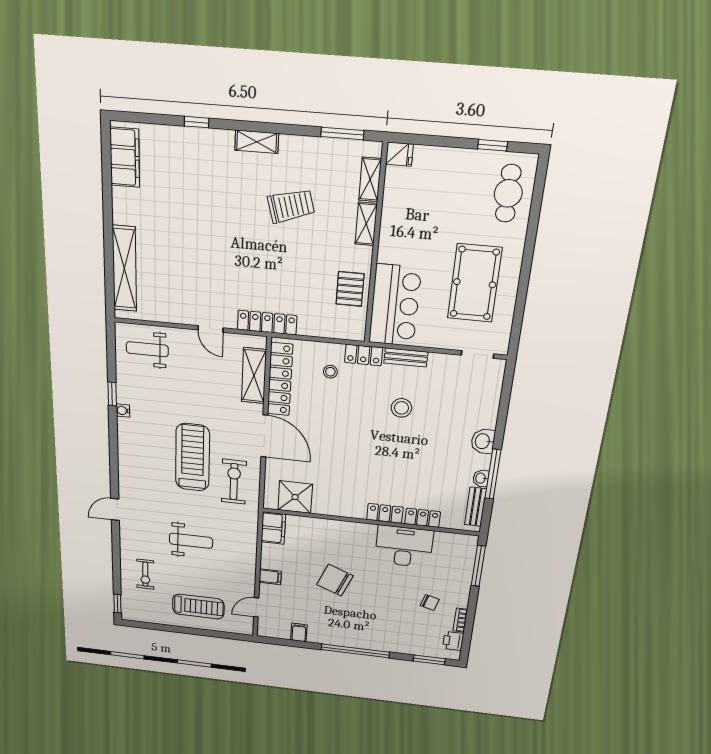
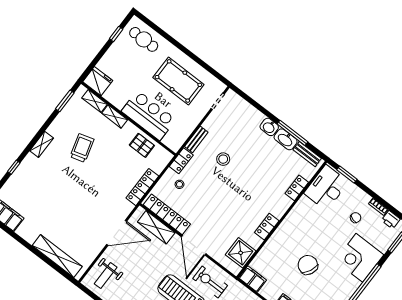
fridge: (399, 154) -> (98, 81), width x1.88, depth x1.34
bar counter: (395, 305) -> (149, 115), moved
locker: (267, 323) -> (142, 187), moved
door: (210, 329) -> (117, 233), width x1.87
door: (264, 436) -> (194, 245), swing flipped
washbasin: (481, 478) -> (286, 139), width x1.91, depth x1.45
locker: (385, 513) -> (267, 227), moved
desk: (404, 546) -> (326, 188), moved
window: (478, 566) -> (347, 175), width x0.69
chair: (335, 580) -> (308, 265), turned 94
corner desk: (383, 630) -> (359, 258), added

